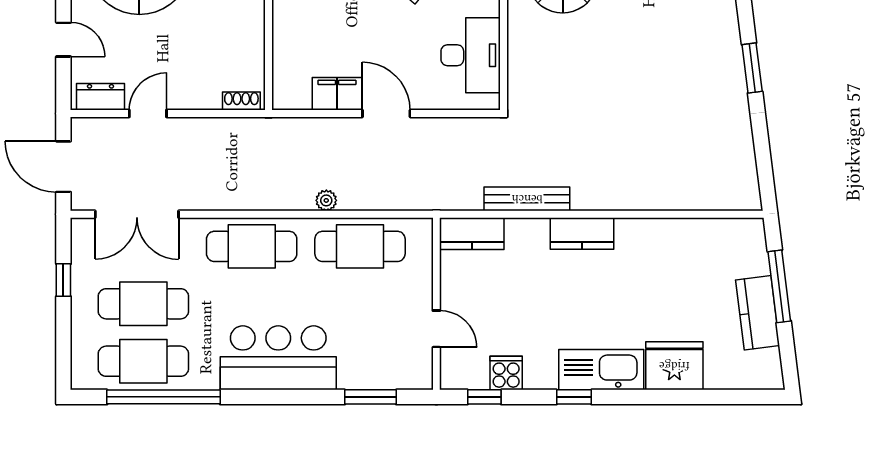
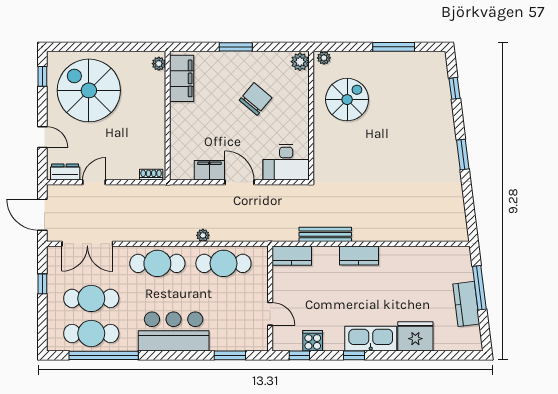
desk: (471, 55) -> (286, 162), moved, turned 90

